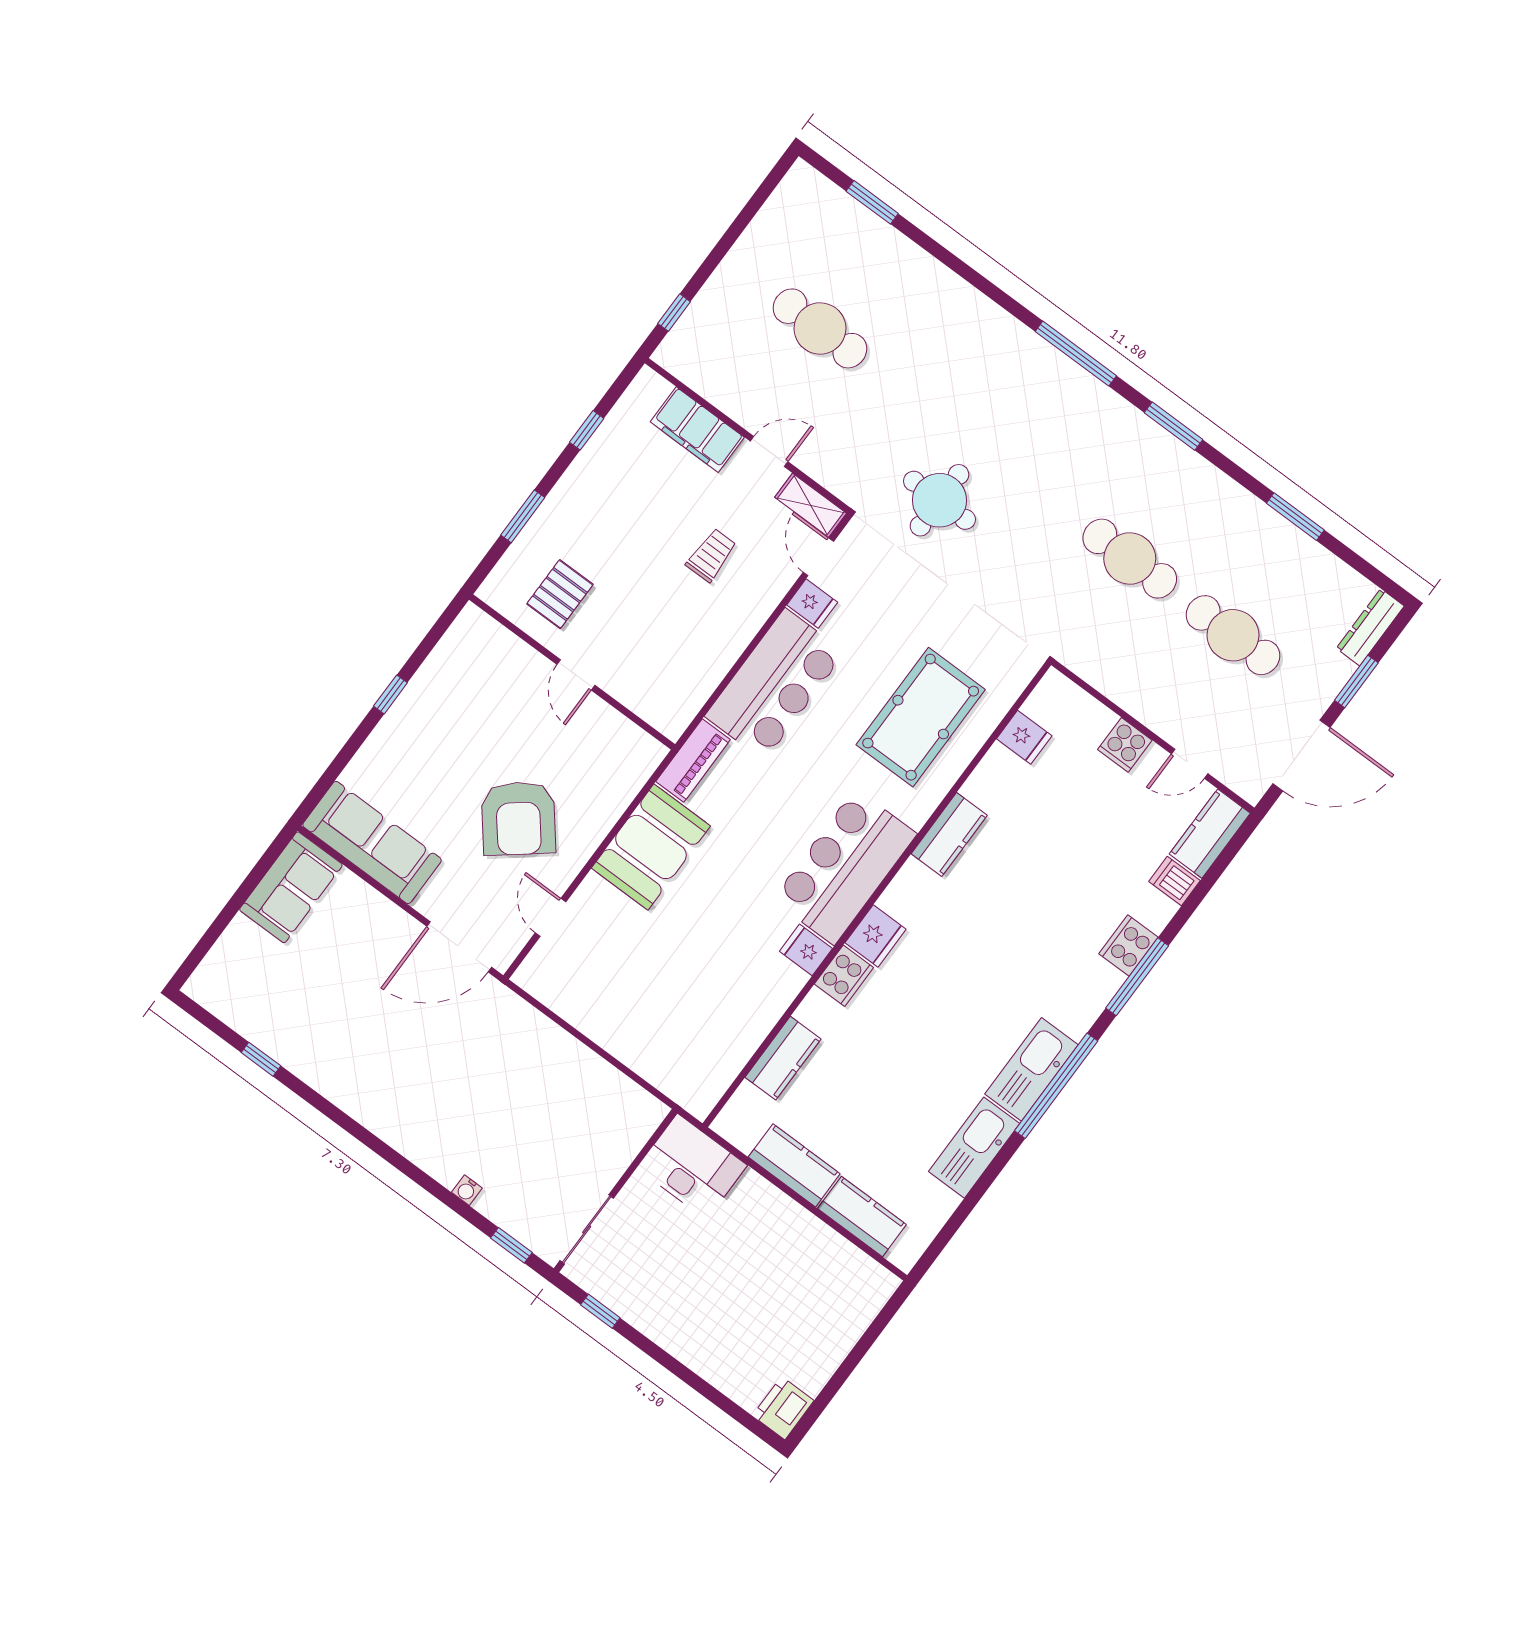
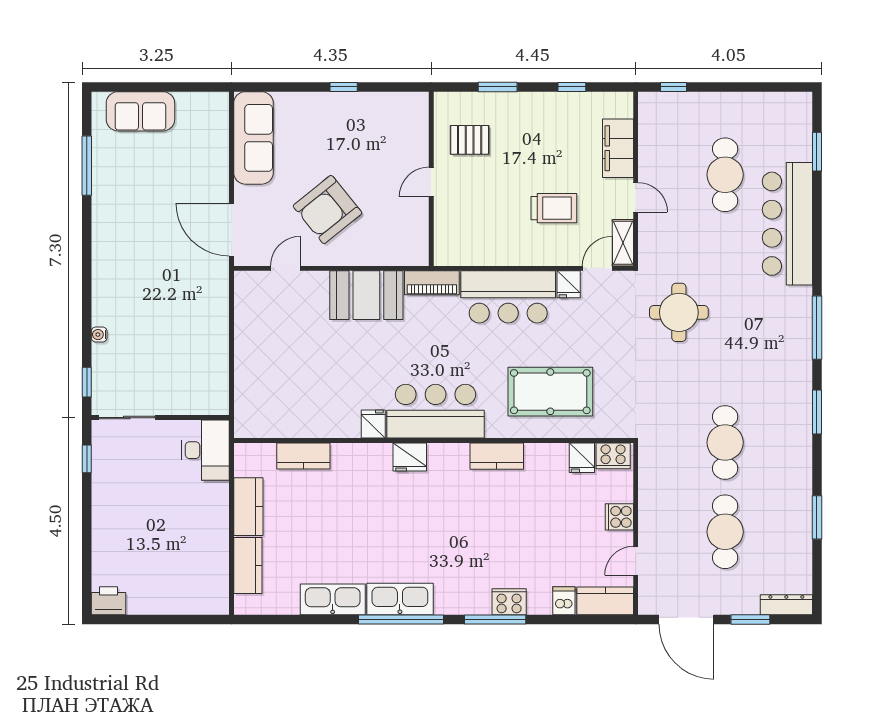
bar counter: (930, 298) -> (787, 224), added
trolley: (711, 555) -> (554, 208), width x1.36, depth x1.39
door: (1190, 764) -> (636, 561), hinge flipped
sofa: (291, 887) -> (140, 111), moved
cooker: (844, 976) -> (613, 456), moved
window: (261, 1059) -> (87, 166), width x2.17

